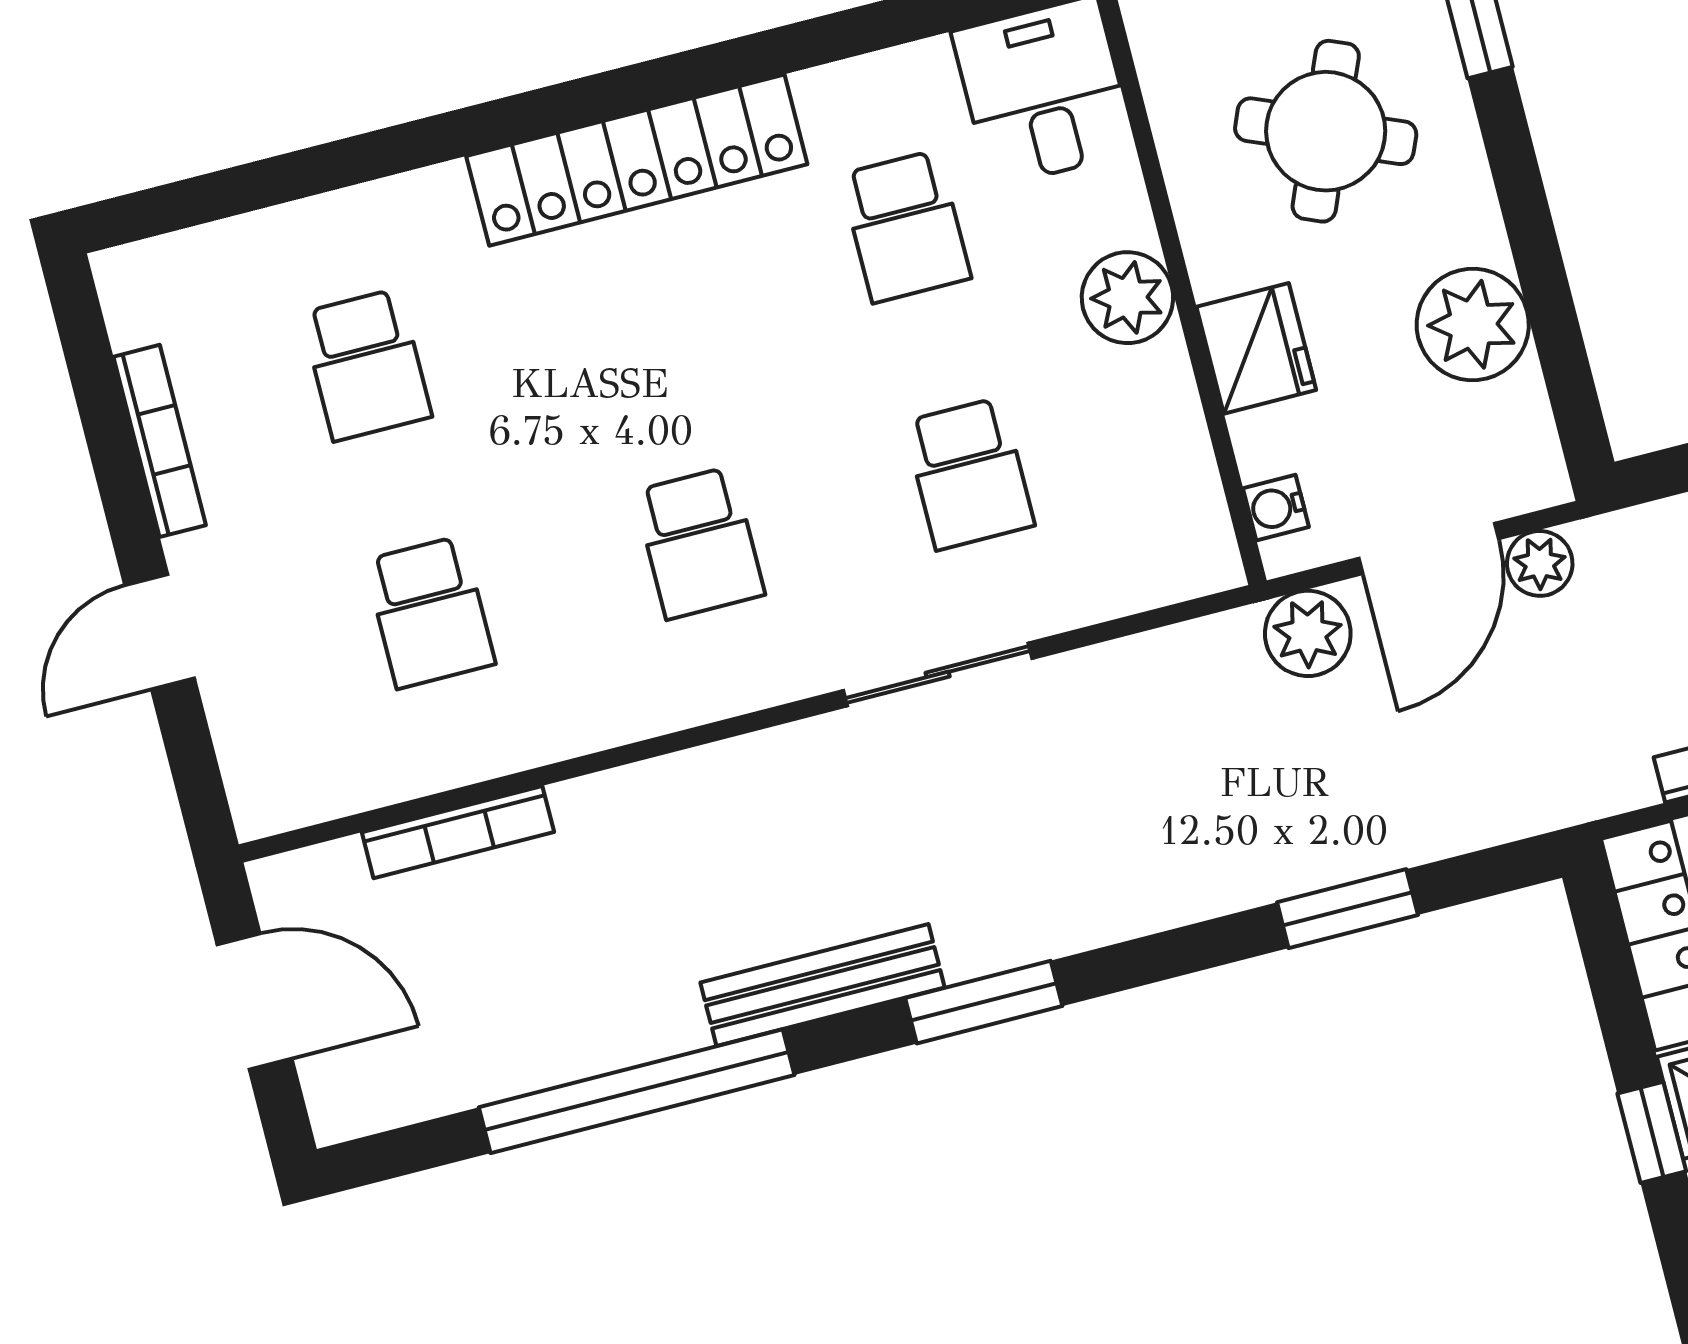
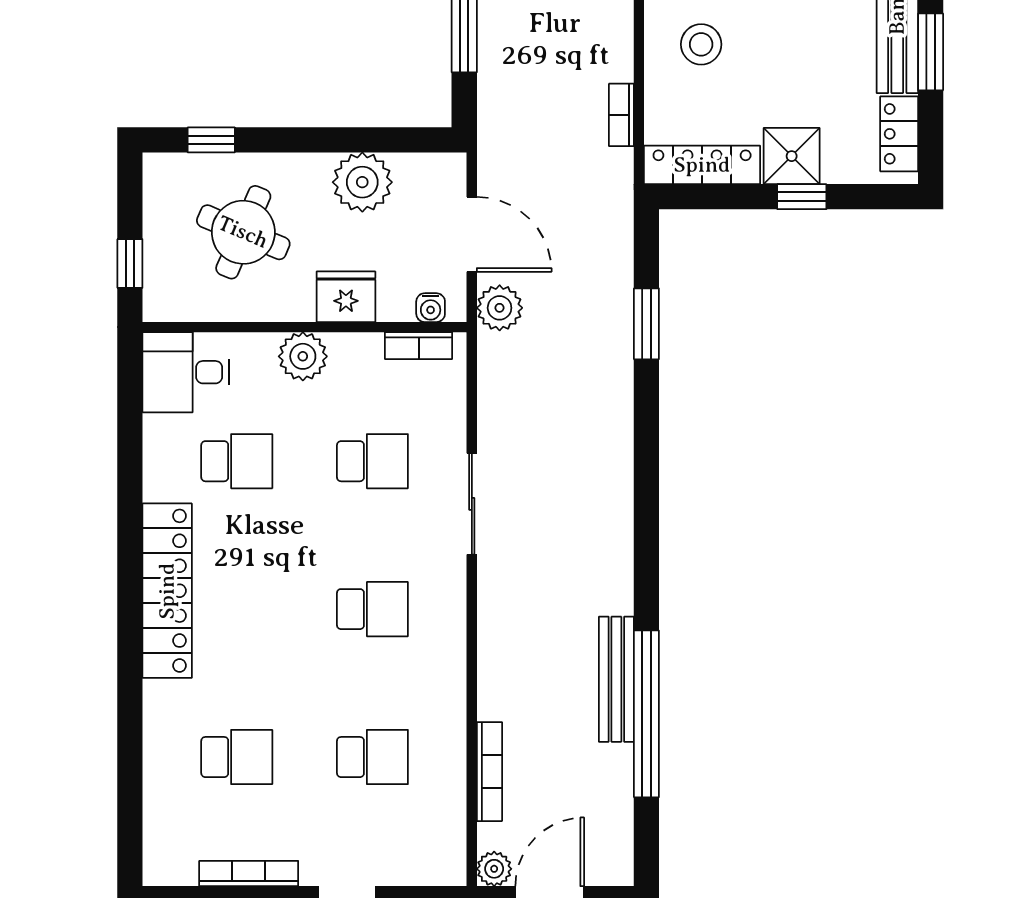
bookcase: (1201, 503) -> (419, 346), added
plant: (1540, 563) -> (494, 869), moved
bench: (822, 985) -> (616, 679), moved
window: (984, 1002) -> (646, 523), removed

